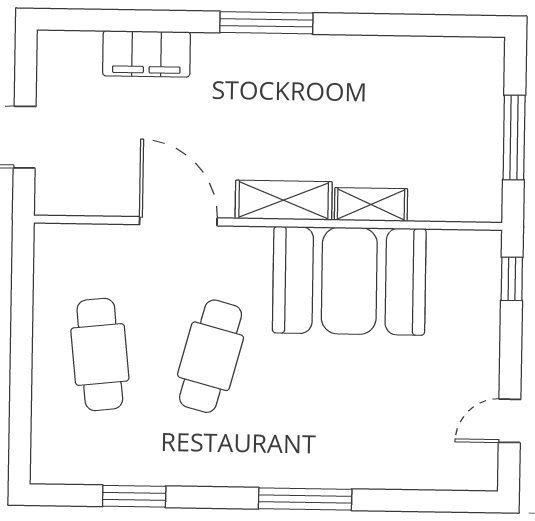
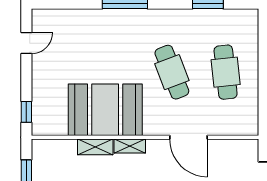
shelving: (284, 200) -> (130, 146), width x0.67, depth x0.75
cafe table: (211, 356) -> (172, 72), turned -36

